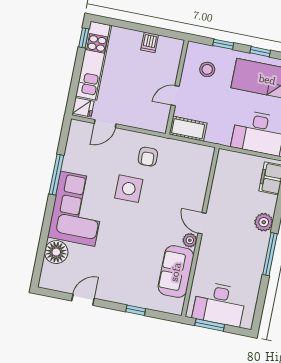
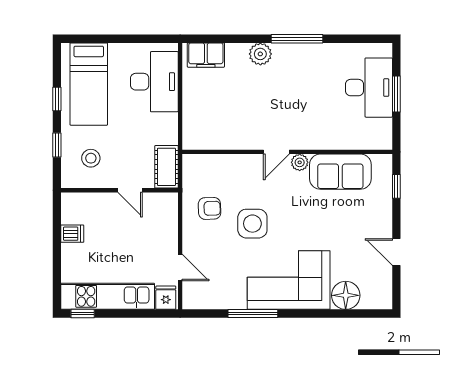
door: (202, 223) -> (276, 152), moved
wall: (200, 232) -> (287, 152), moved
plant: (190, 240) -> (300, 162), moved
sofa: (176, 272) -> (340, 172), moved

